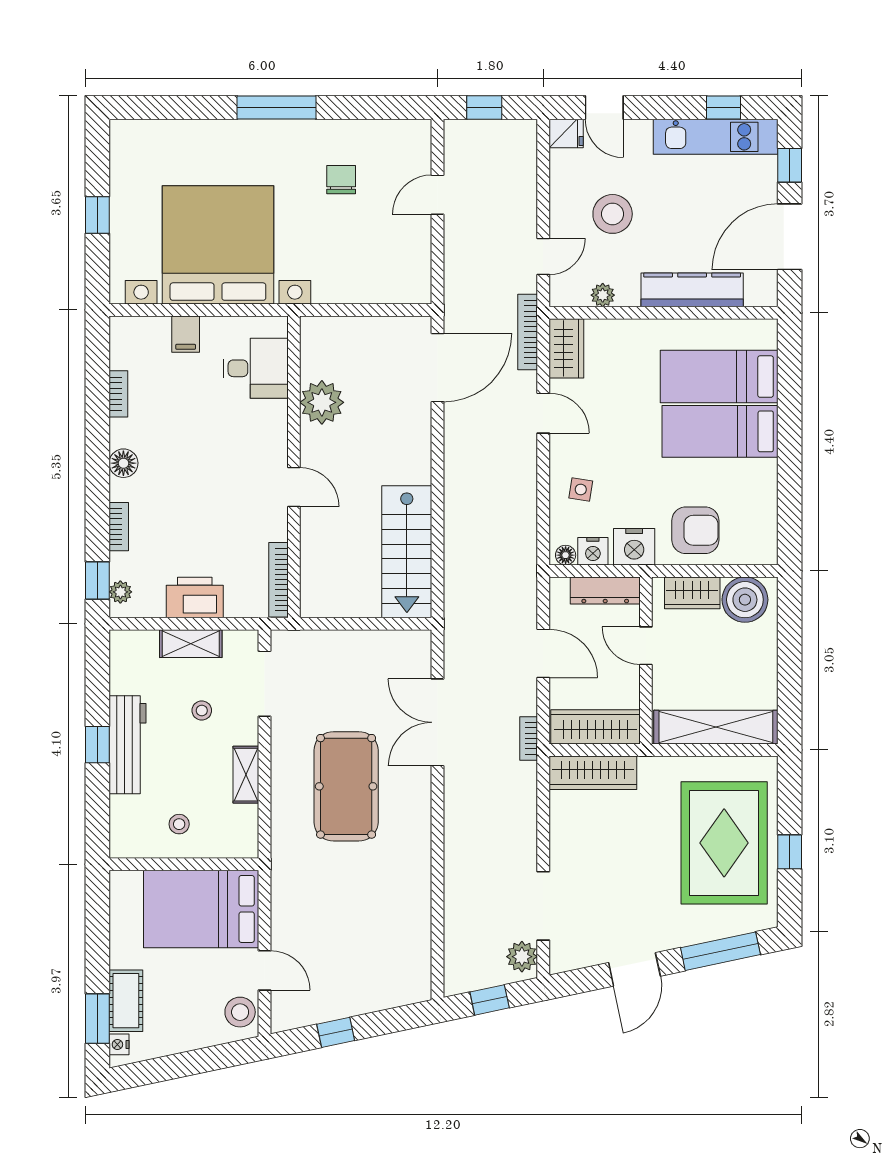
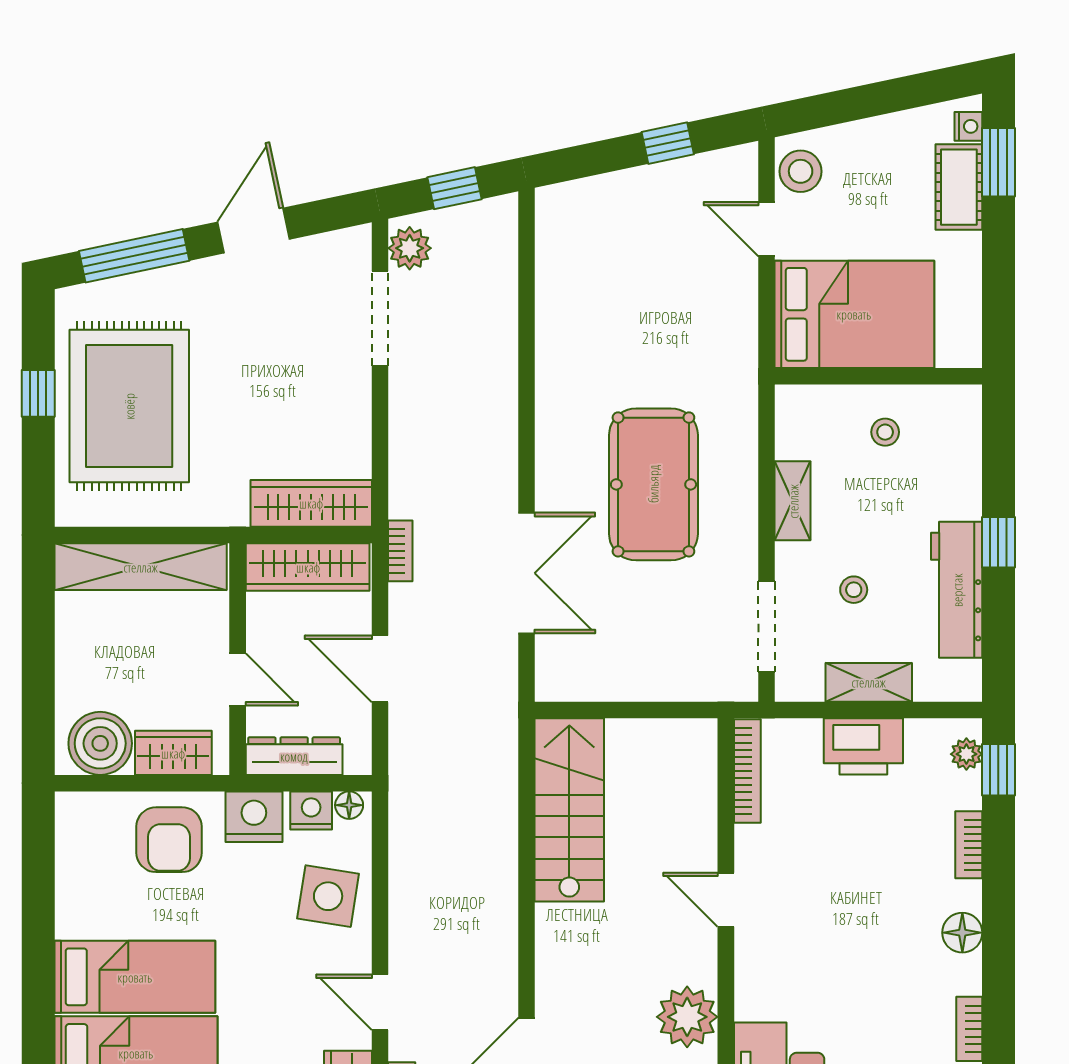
side table: (581, 490) -> (328, 896), width x1.87, depth x1.87
armchair: (695, 530) -> (169, 840), turned -90
workbench: (128, 745) -> (957, 590), moved

